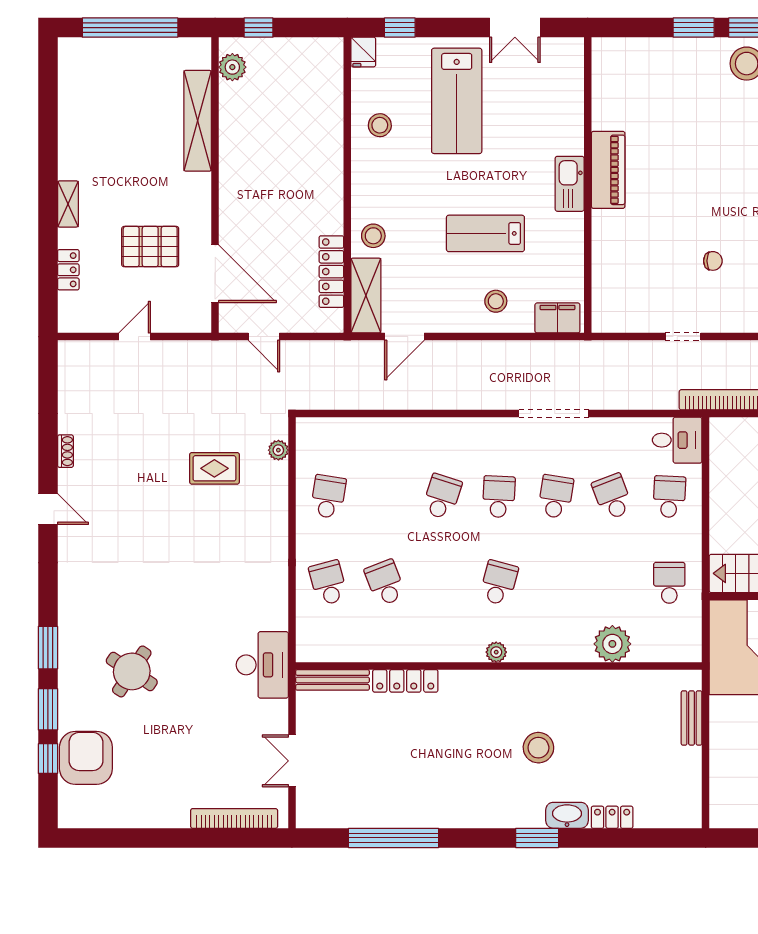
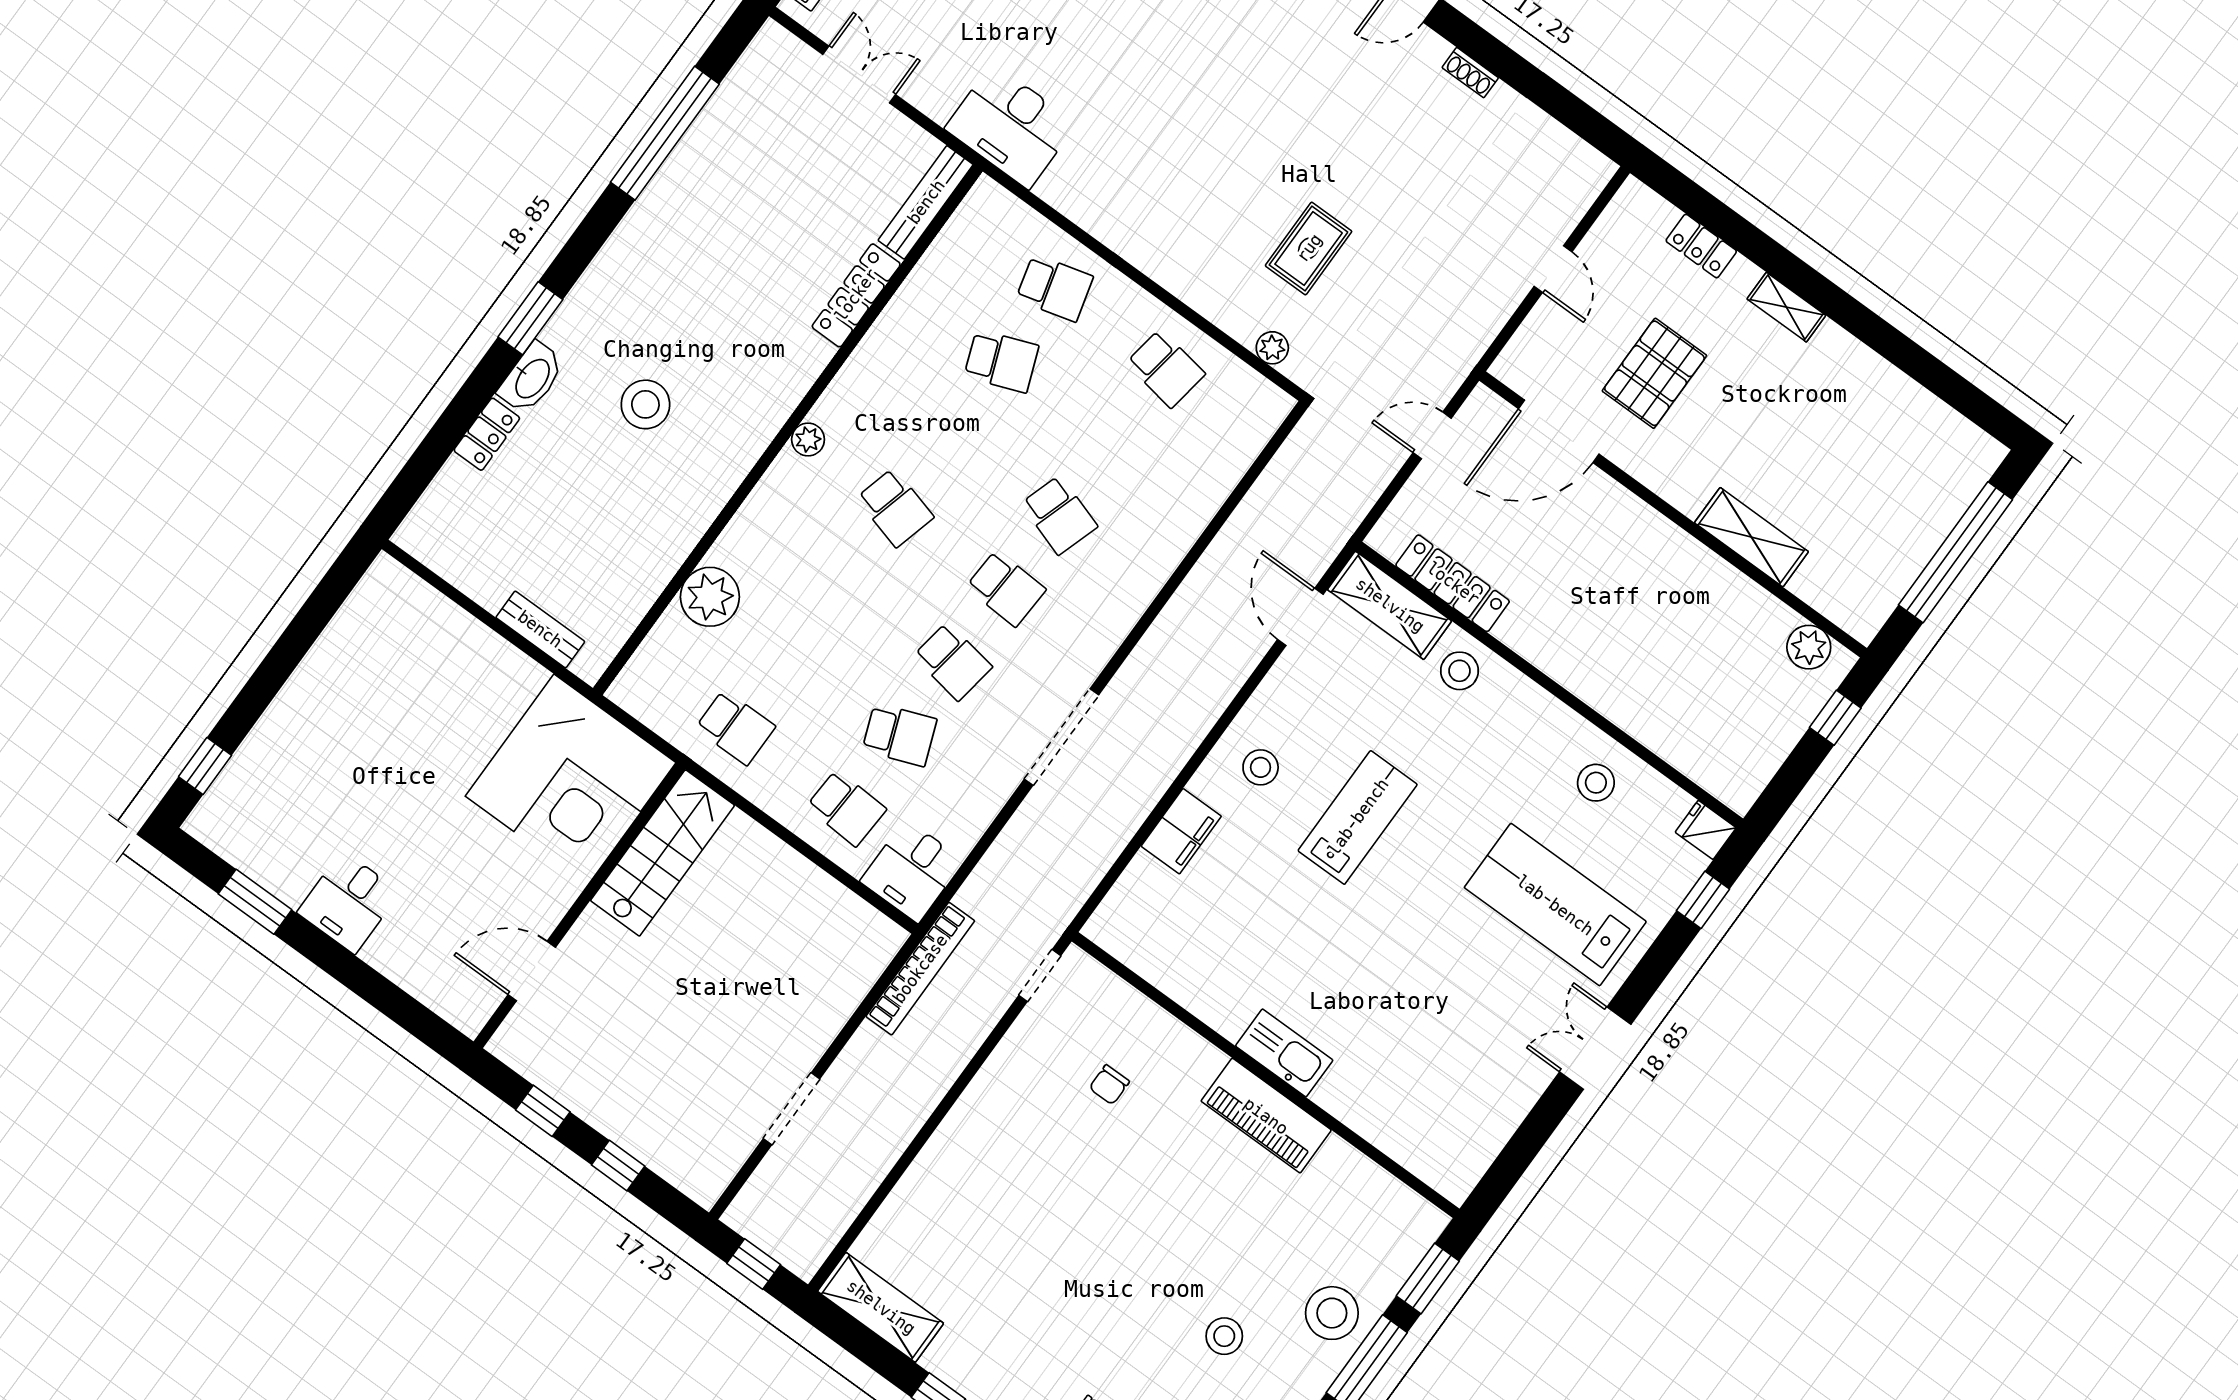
shelving: (198, 121) -> (1751, 537), width x0.68
piano: (608, 170) -> (1266, 1116), moved
kitchen sink: (570, 184) -> (1284, 1053), moved
wall: (588, 185) -> (1266, 1075), moved

